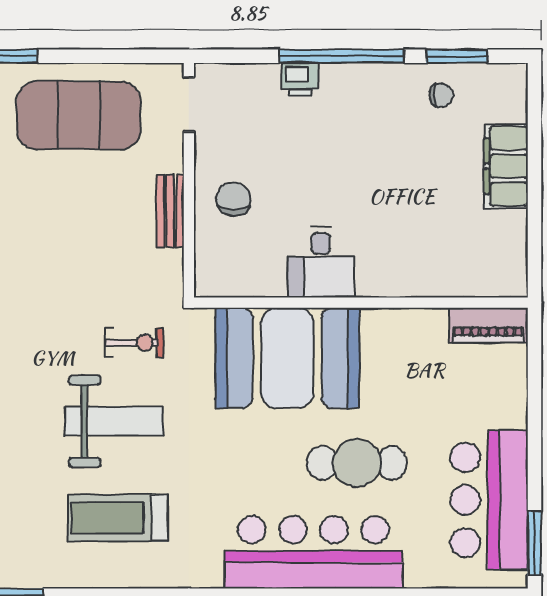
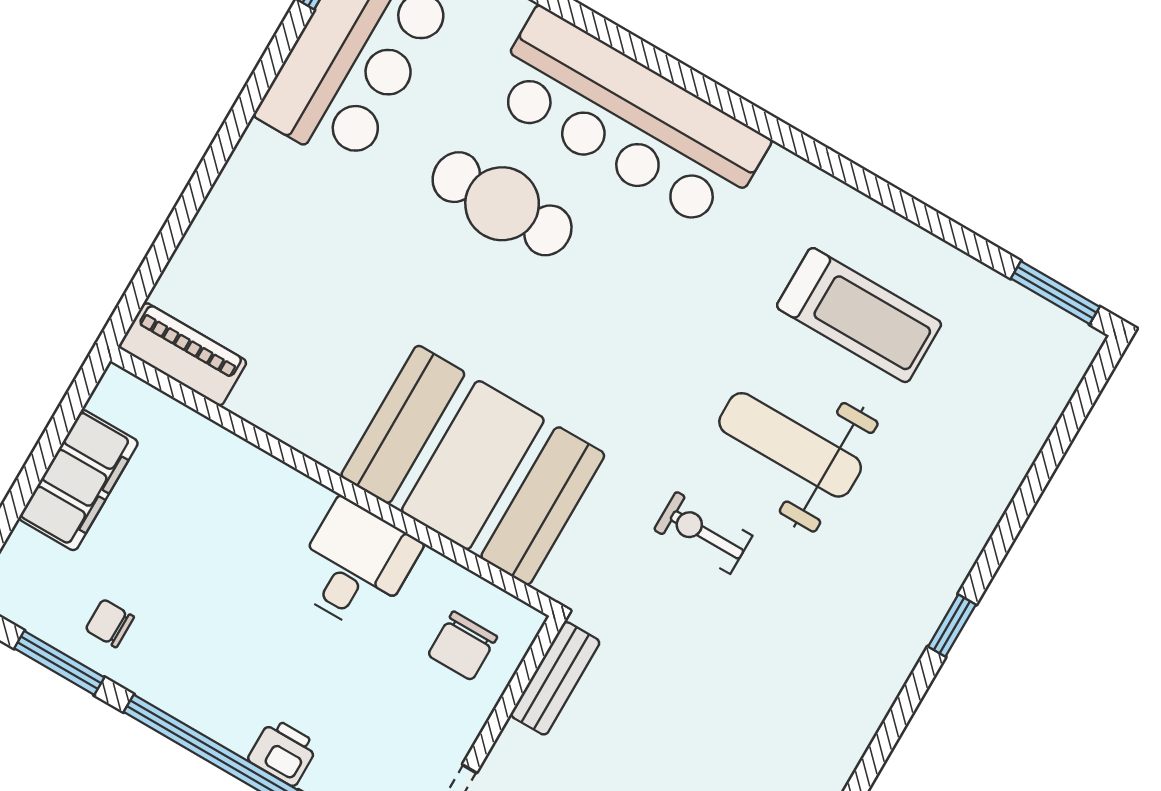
desk: (321, 262) -> (355, 565), moved
wall: (361, 303) -> (334, 482), moved
piano: (488, 325) -> (183, 354), moved
booth: (287, 358) -> (473, 465), moved

